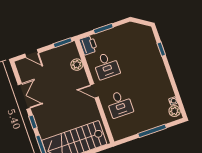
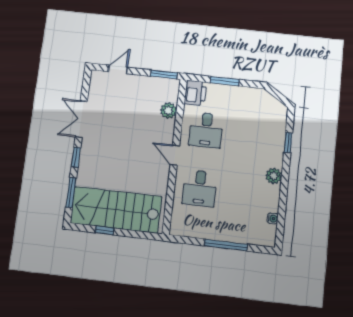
door: (32, 53) -> (118, 69), swing flipped
double door: (24, 96) -> (81, 119), swing flipped
plant: (175, 111) -> (274, 176), moved

